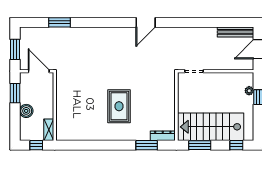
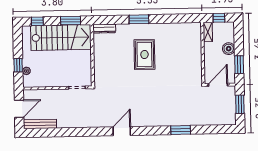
window: (60, 22) -> (181, 130), moved
door: (39, 71) -> (218, 85), swing flipped
window: (147, 145) -> (139, 19), moved

